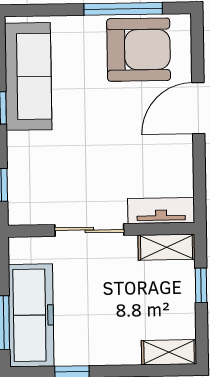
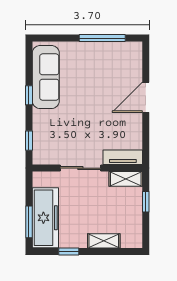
armchair: (139, 50) -> (111, 62), removed
shelving: (169, 352) -> (104, 241), moved

